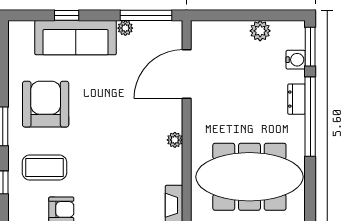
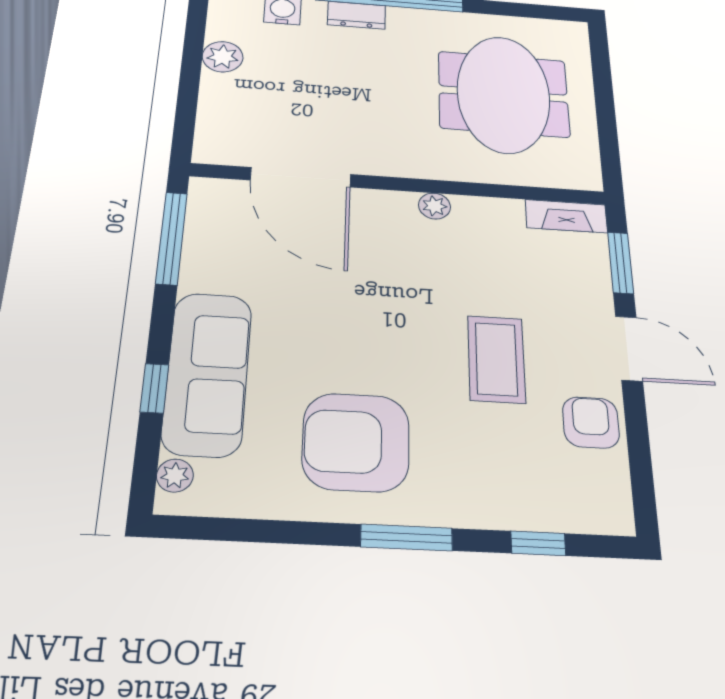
plant: (125, 28) -> (175, 476), moved
coffee table: (44, 167) -> (496, 359), moved
meeting table: (249, 177) -> (503, 94), width x0.73

